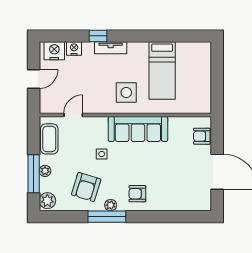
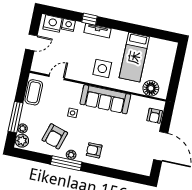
floor lamp: (190, 104) -> (151, 88), added
armchair: (202, 136) -> (155, 116), turned -90
plant: (45, 171) -> (23, 128), moved

